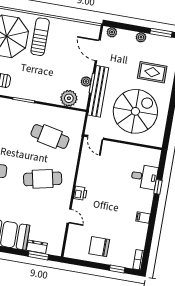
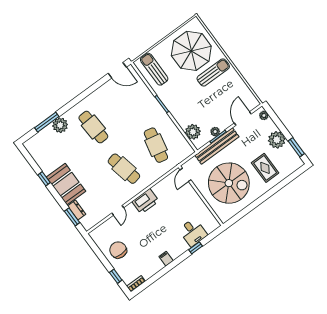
plant: (141, 37) -> (277, 140), width x1.87, depth x1.87
printer: (80, 193) -> (145, 201), width x1.87, depth x1.48

